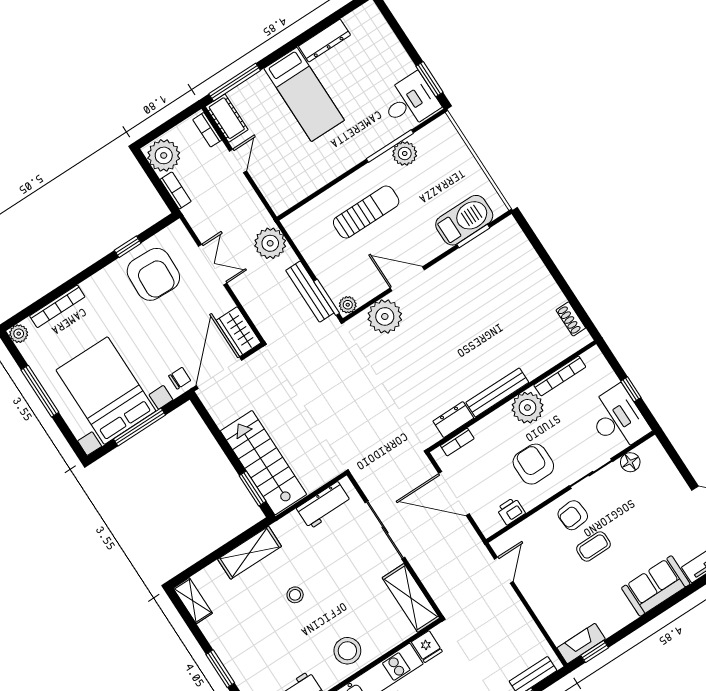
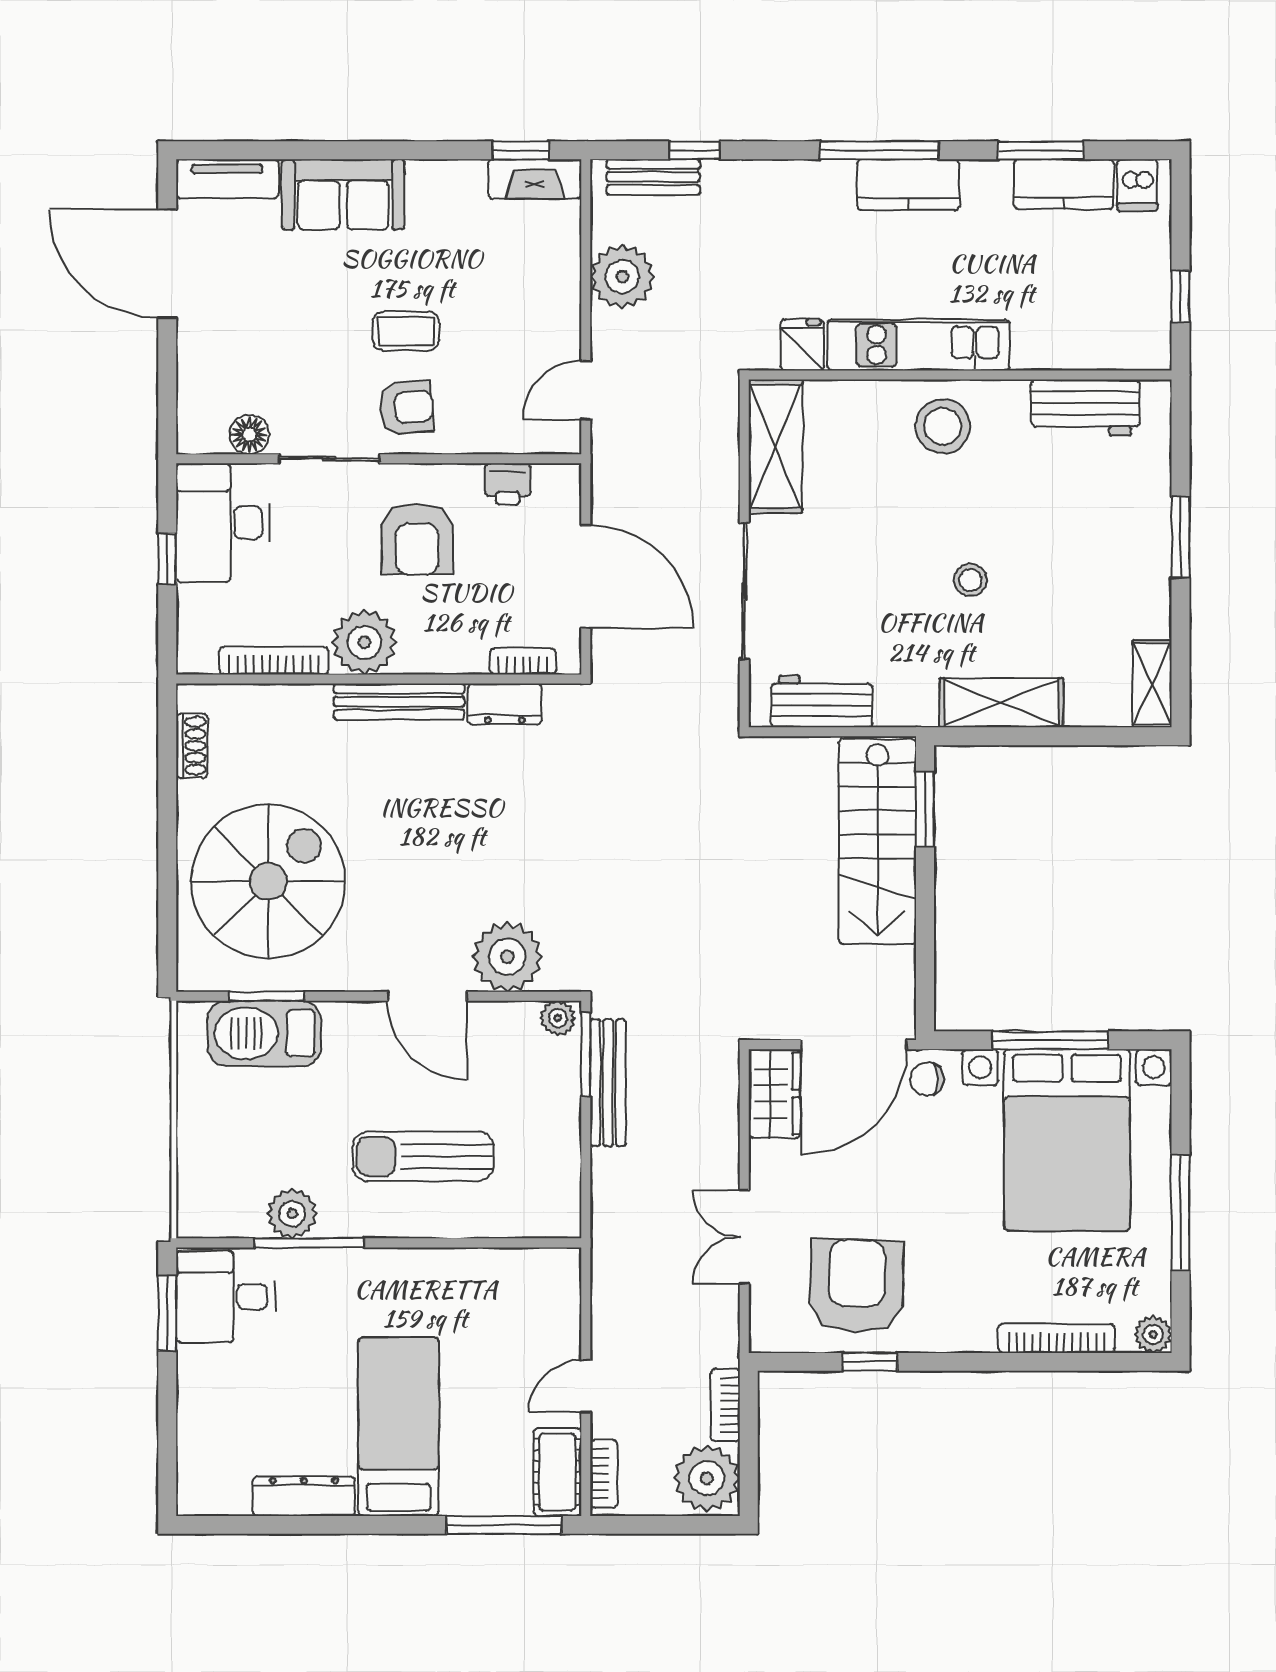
plant: (270, 243) -> (622, 277), moved
spiral stairs: (503, 284) -> (268, 881), added

